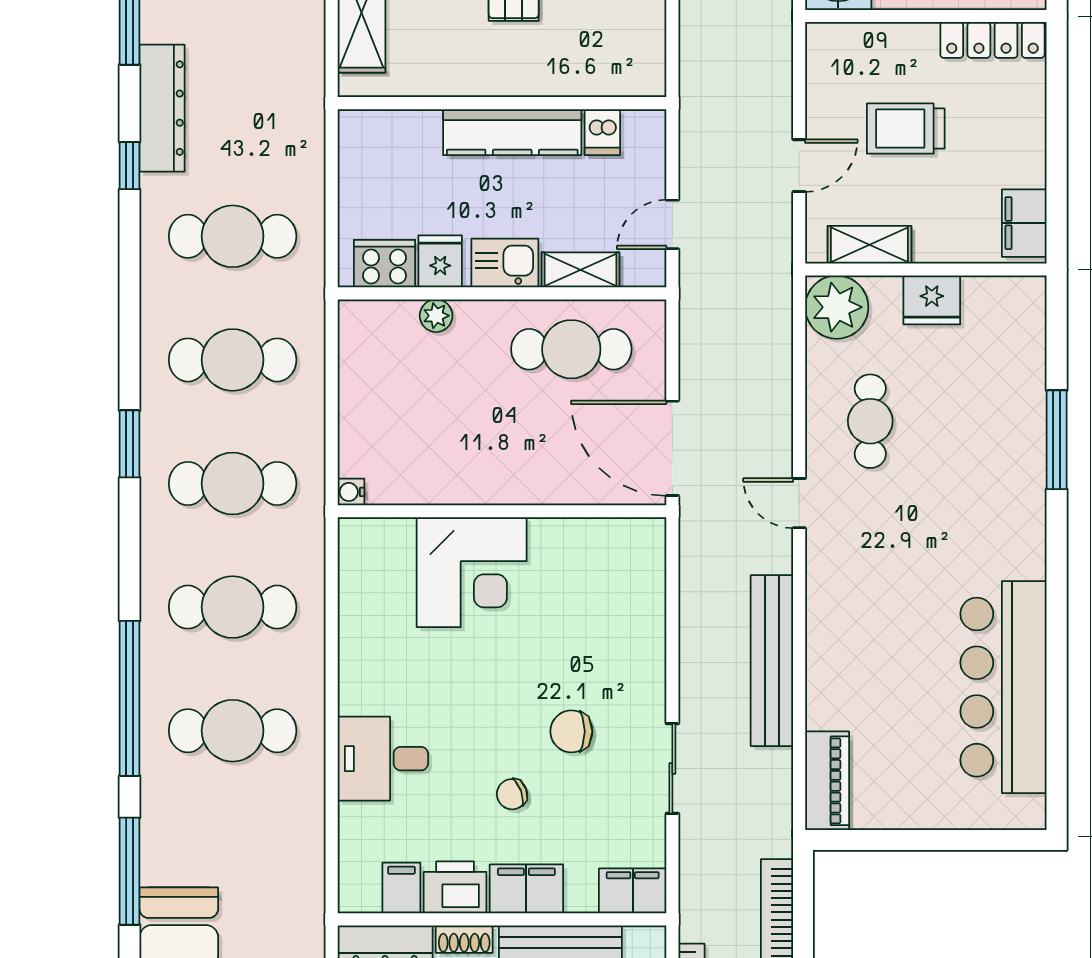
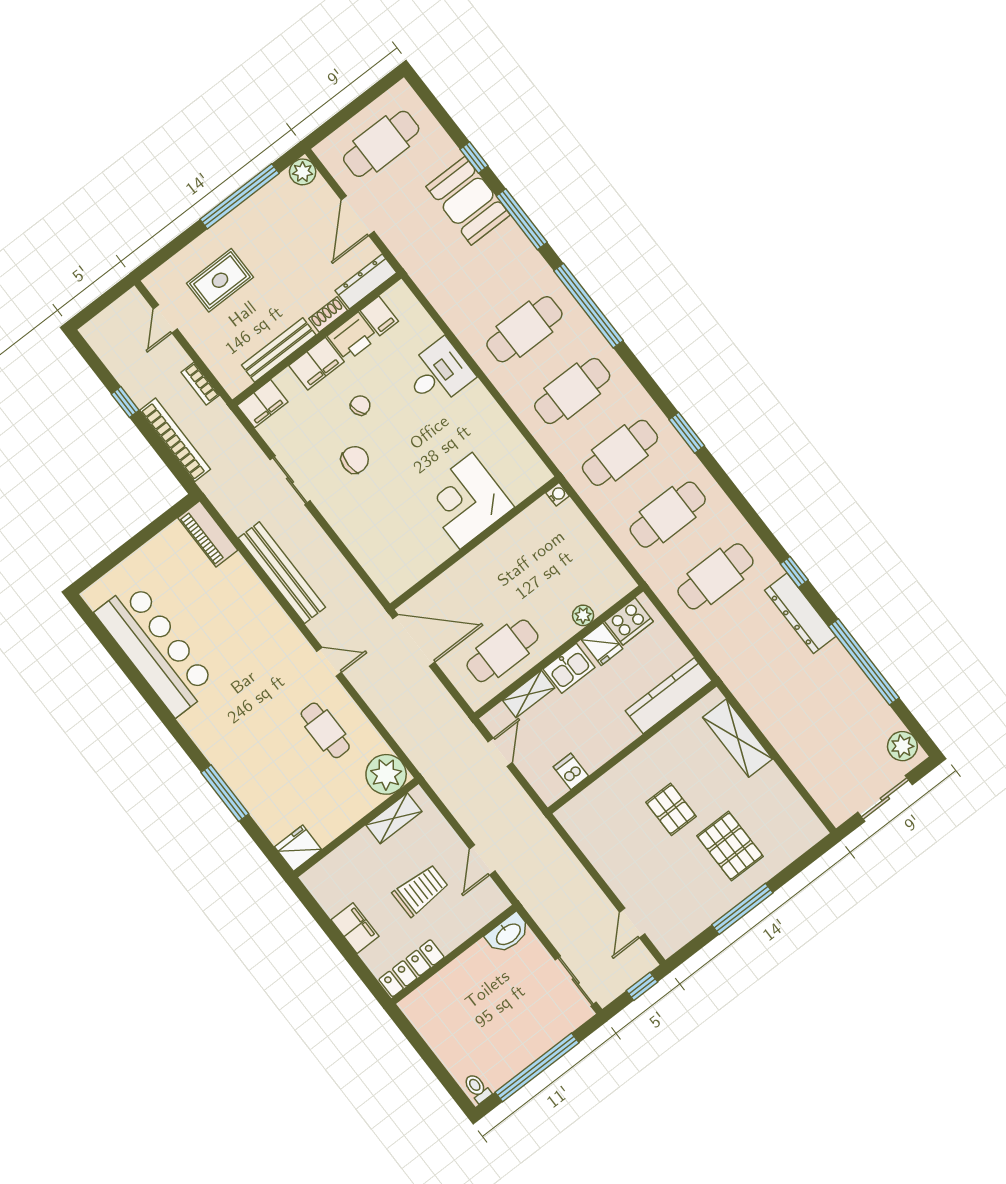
kitchen counter: (512, 132) -> (669, 696), moved
door: (799, 166) -> (482, 860), moved
filing cabinet: (1024, 223) -> (355, 928), moved
fridge: (932, 300) -> (298, 848), moved

